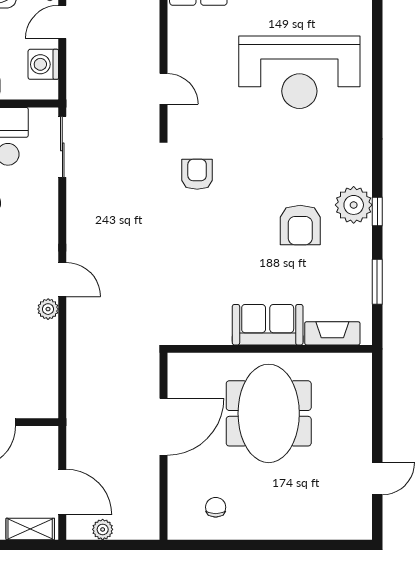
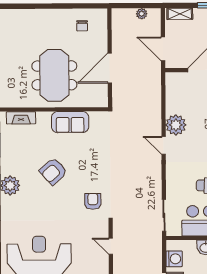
armchair: (197, 174) -> (93, 201), turned 180
armchair: (300, 225) -> (53, 171), moved, turned -132
plant: (48, 309) -> (176, 125), width x1.88, depth x1.88
sofa: (268, 325) -> (70, 122), moved
door: (62, 492) -> (163, 49), moved

